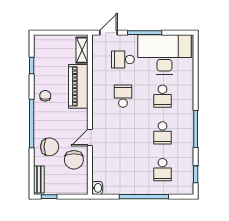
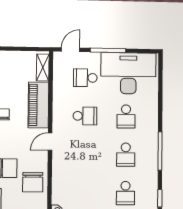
school desk: (123, 96) -> (85, 116), turned 90
door: (90, 137) -> (50, 142), moved

